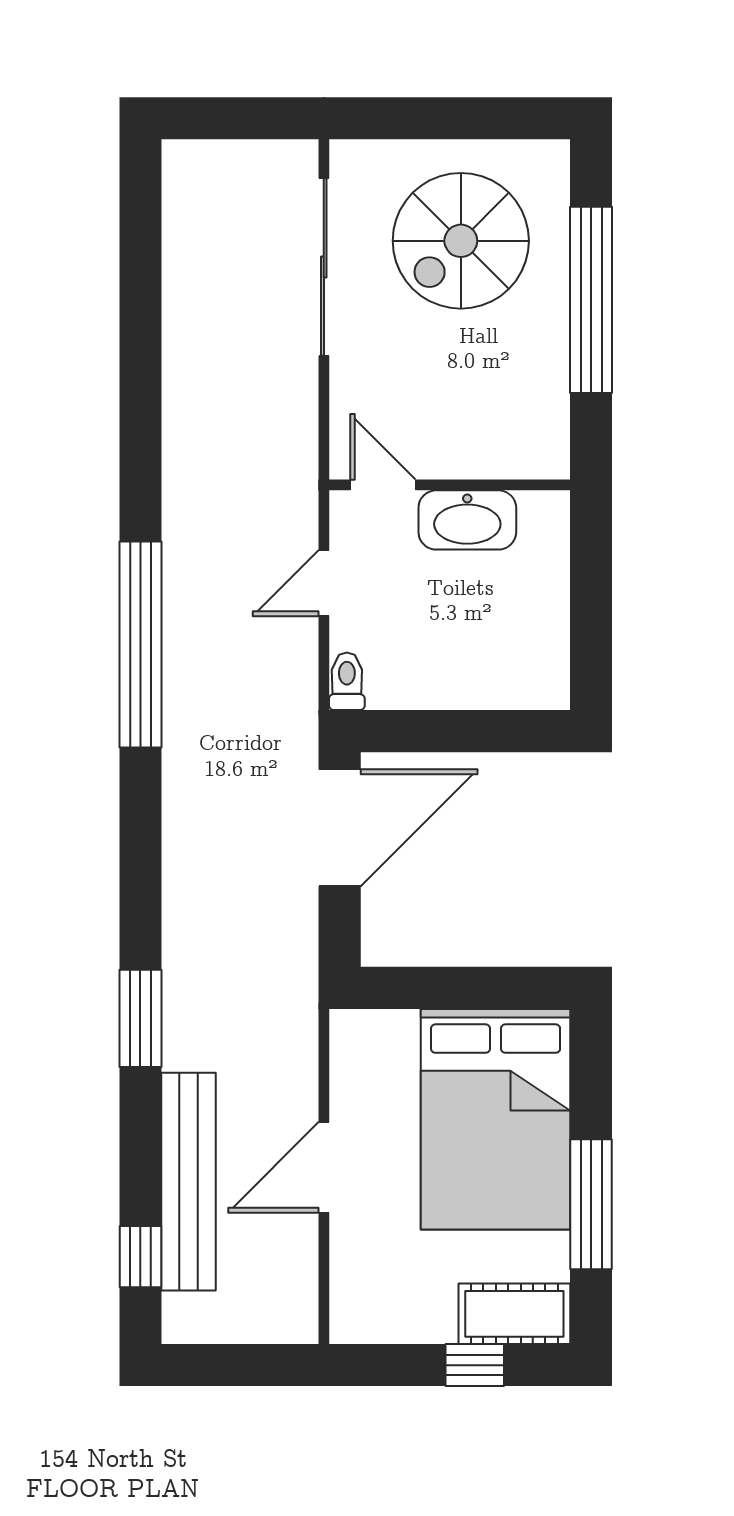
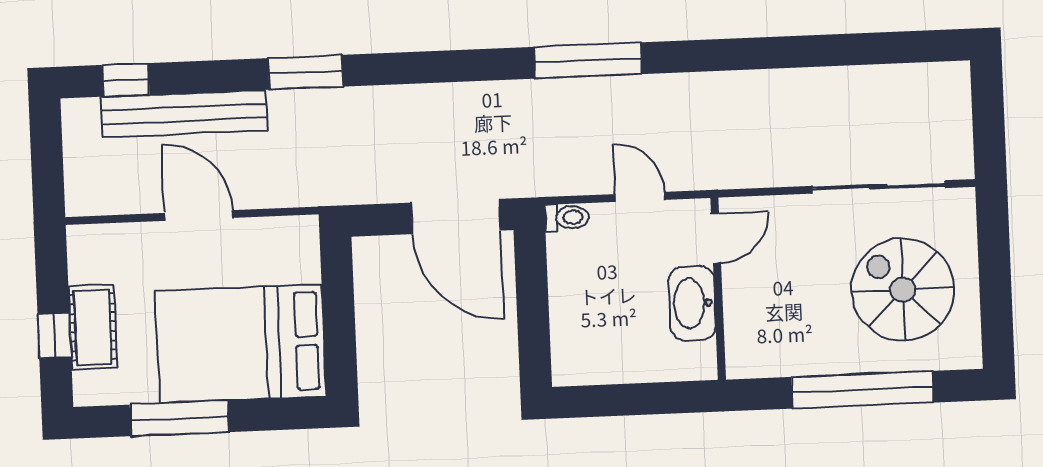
window: (140, 644) -> (588, 60), width x0.68
cot: (514, 1314) -> (93, 327), moved

